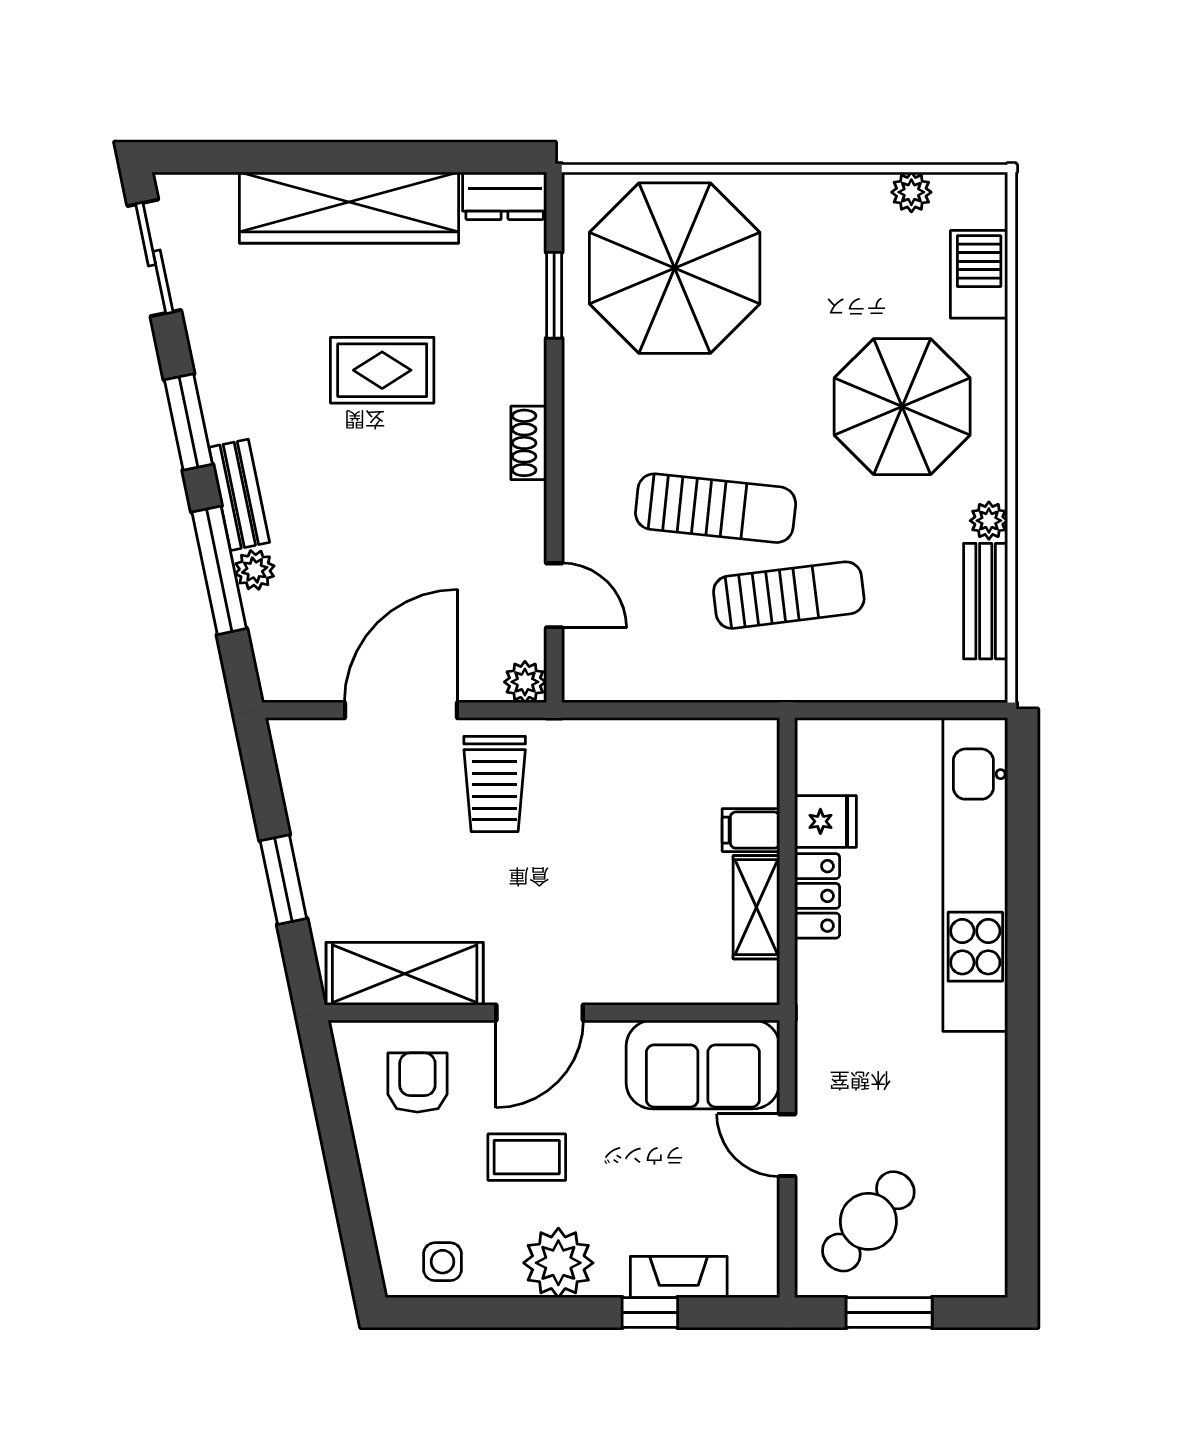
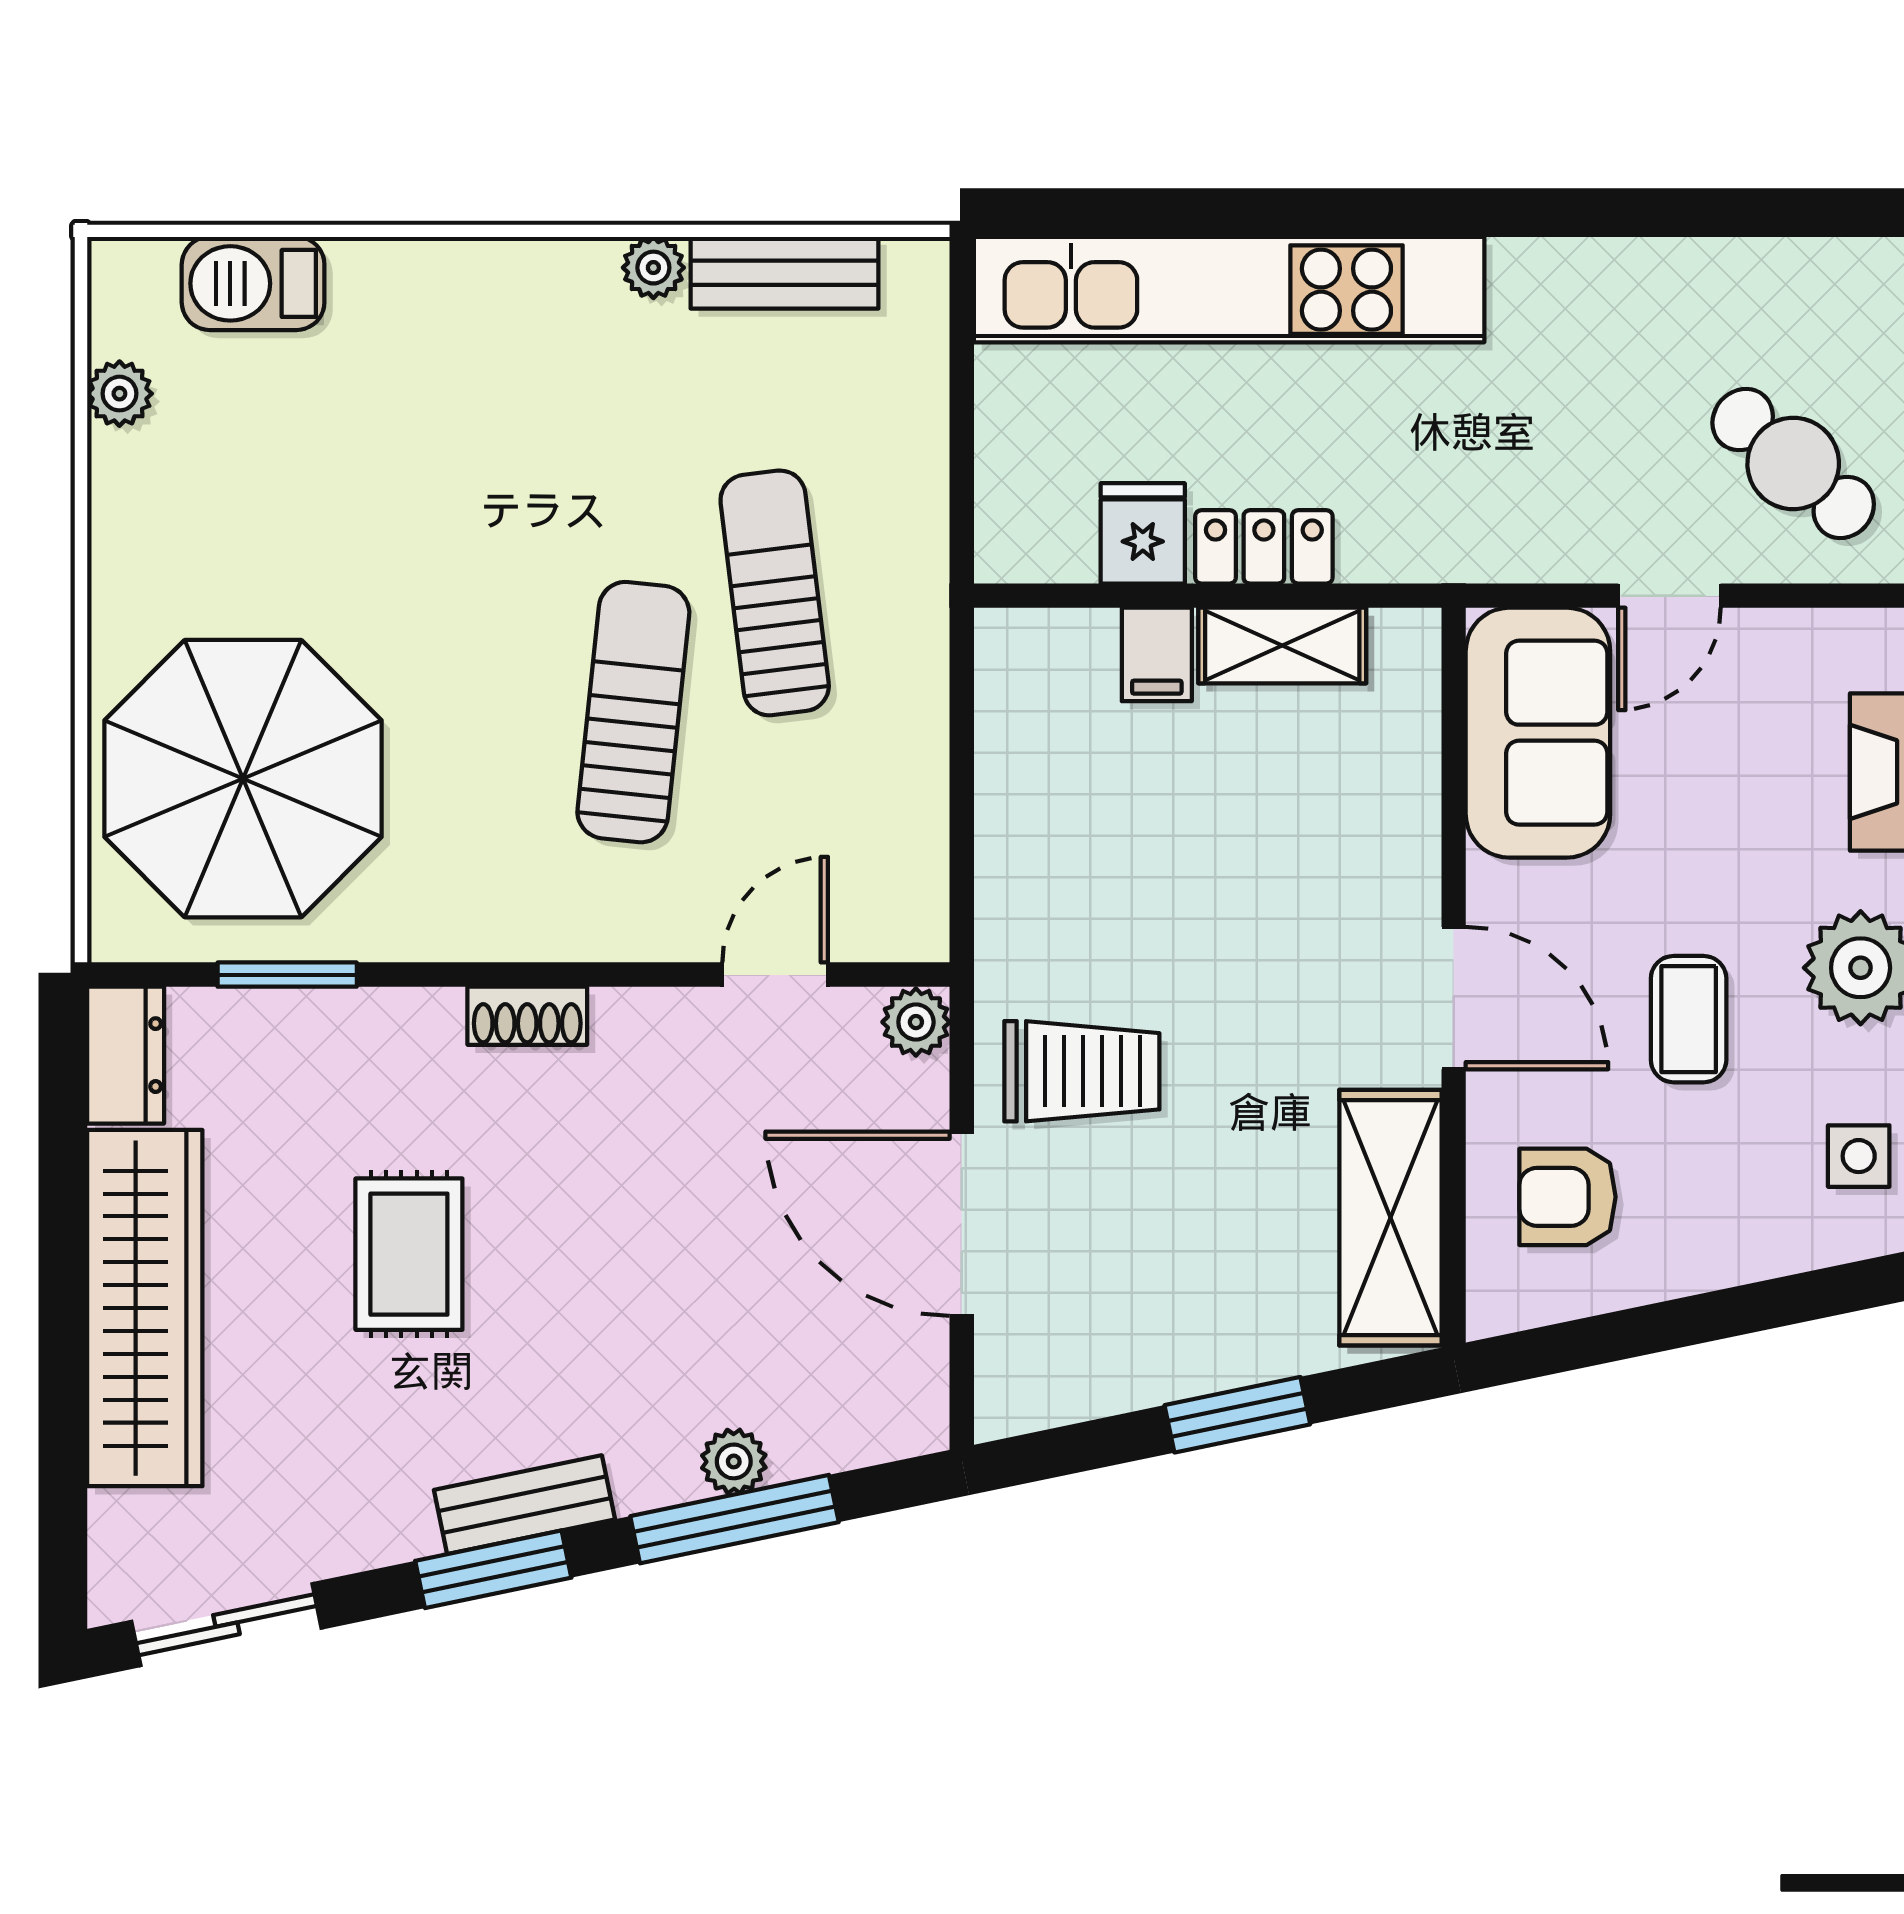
parasol: (902, 407) -> (468, 409), removed
bench: (239, 495) -> (524, 1505), moved

